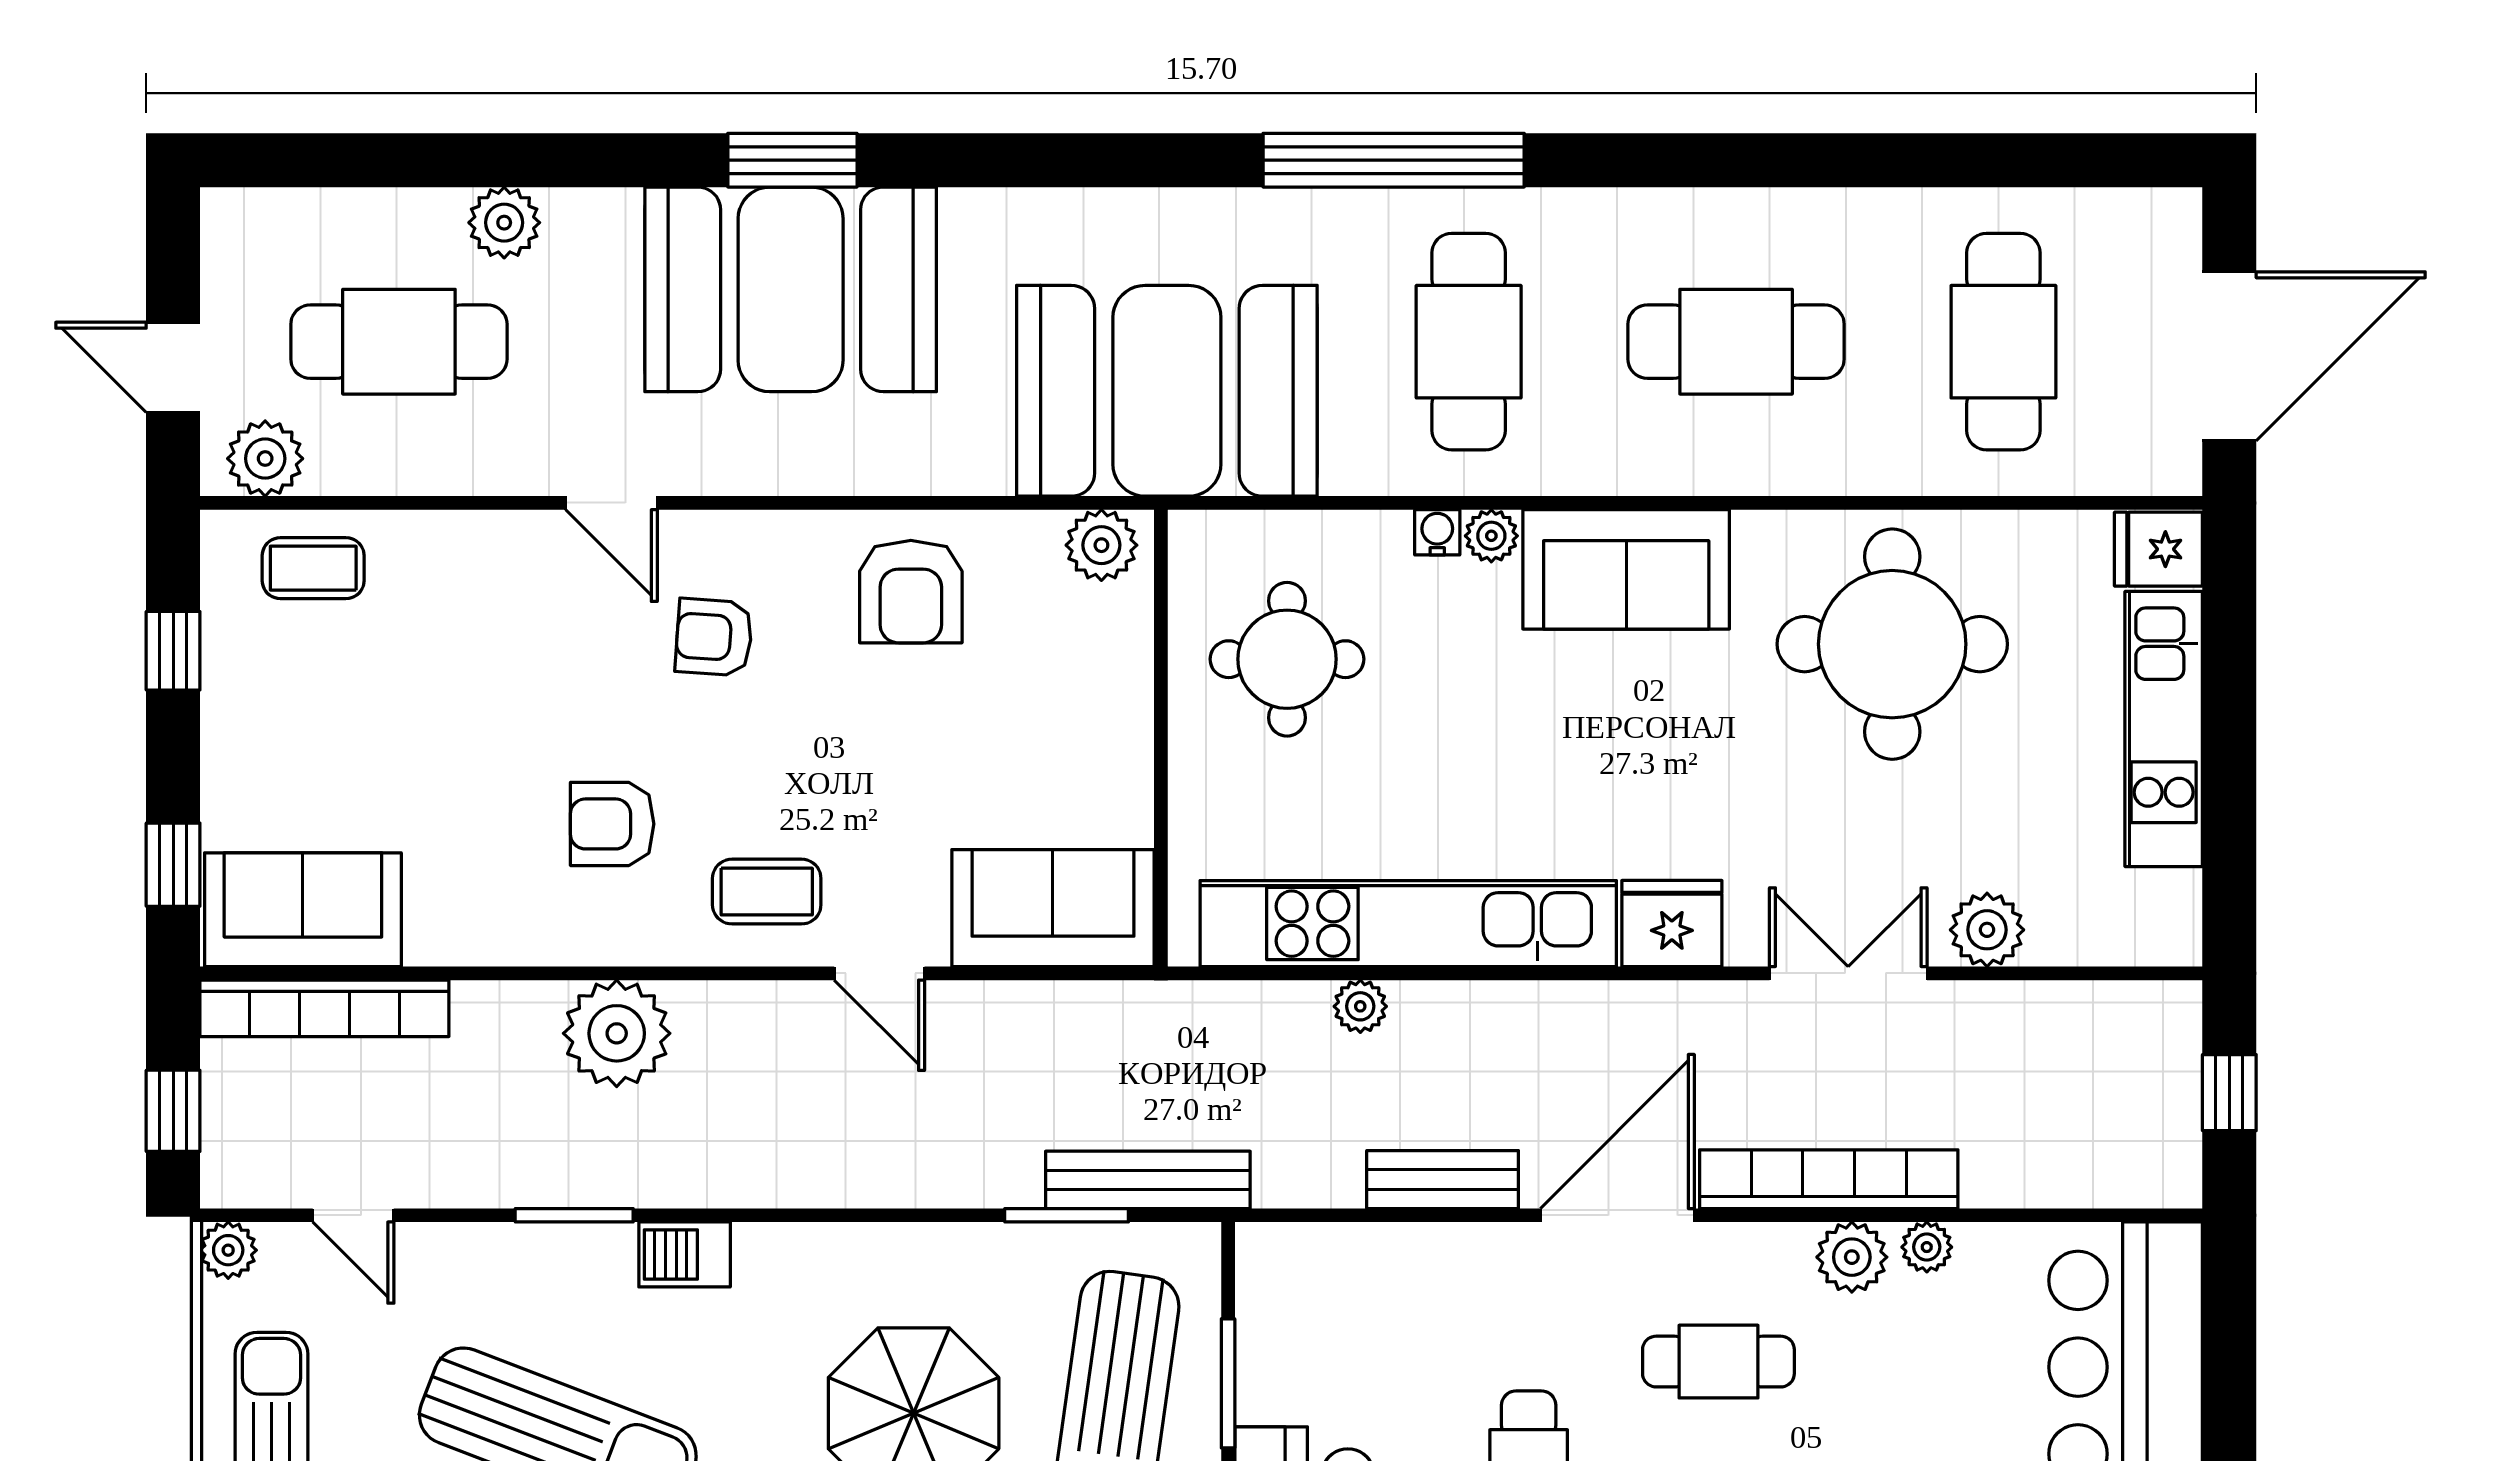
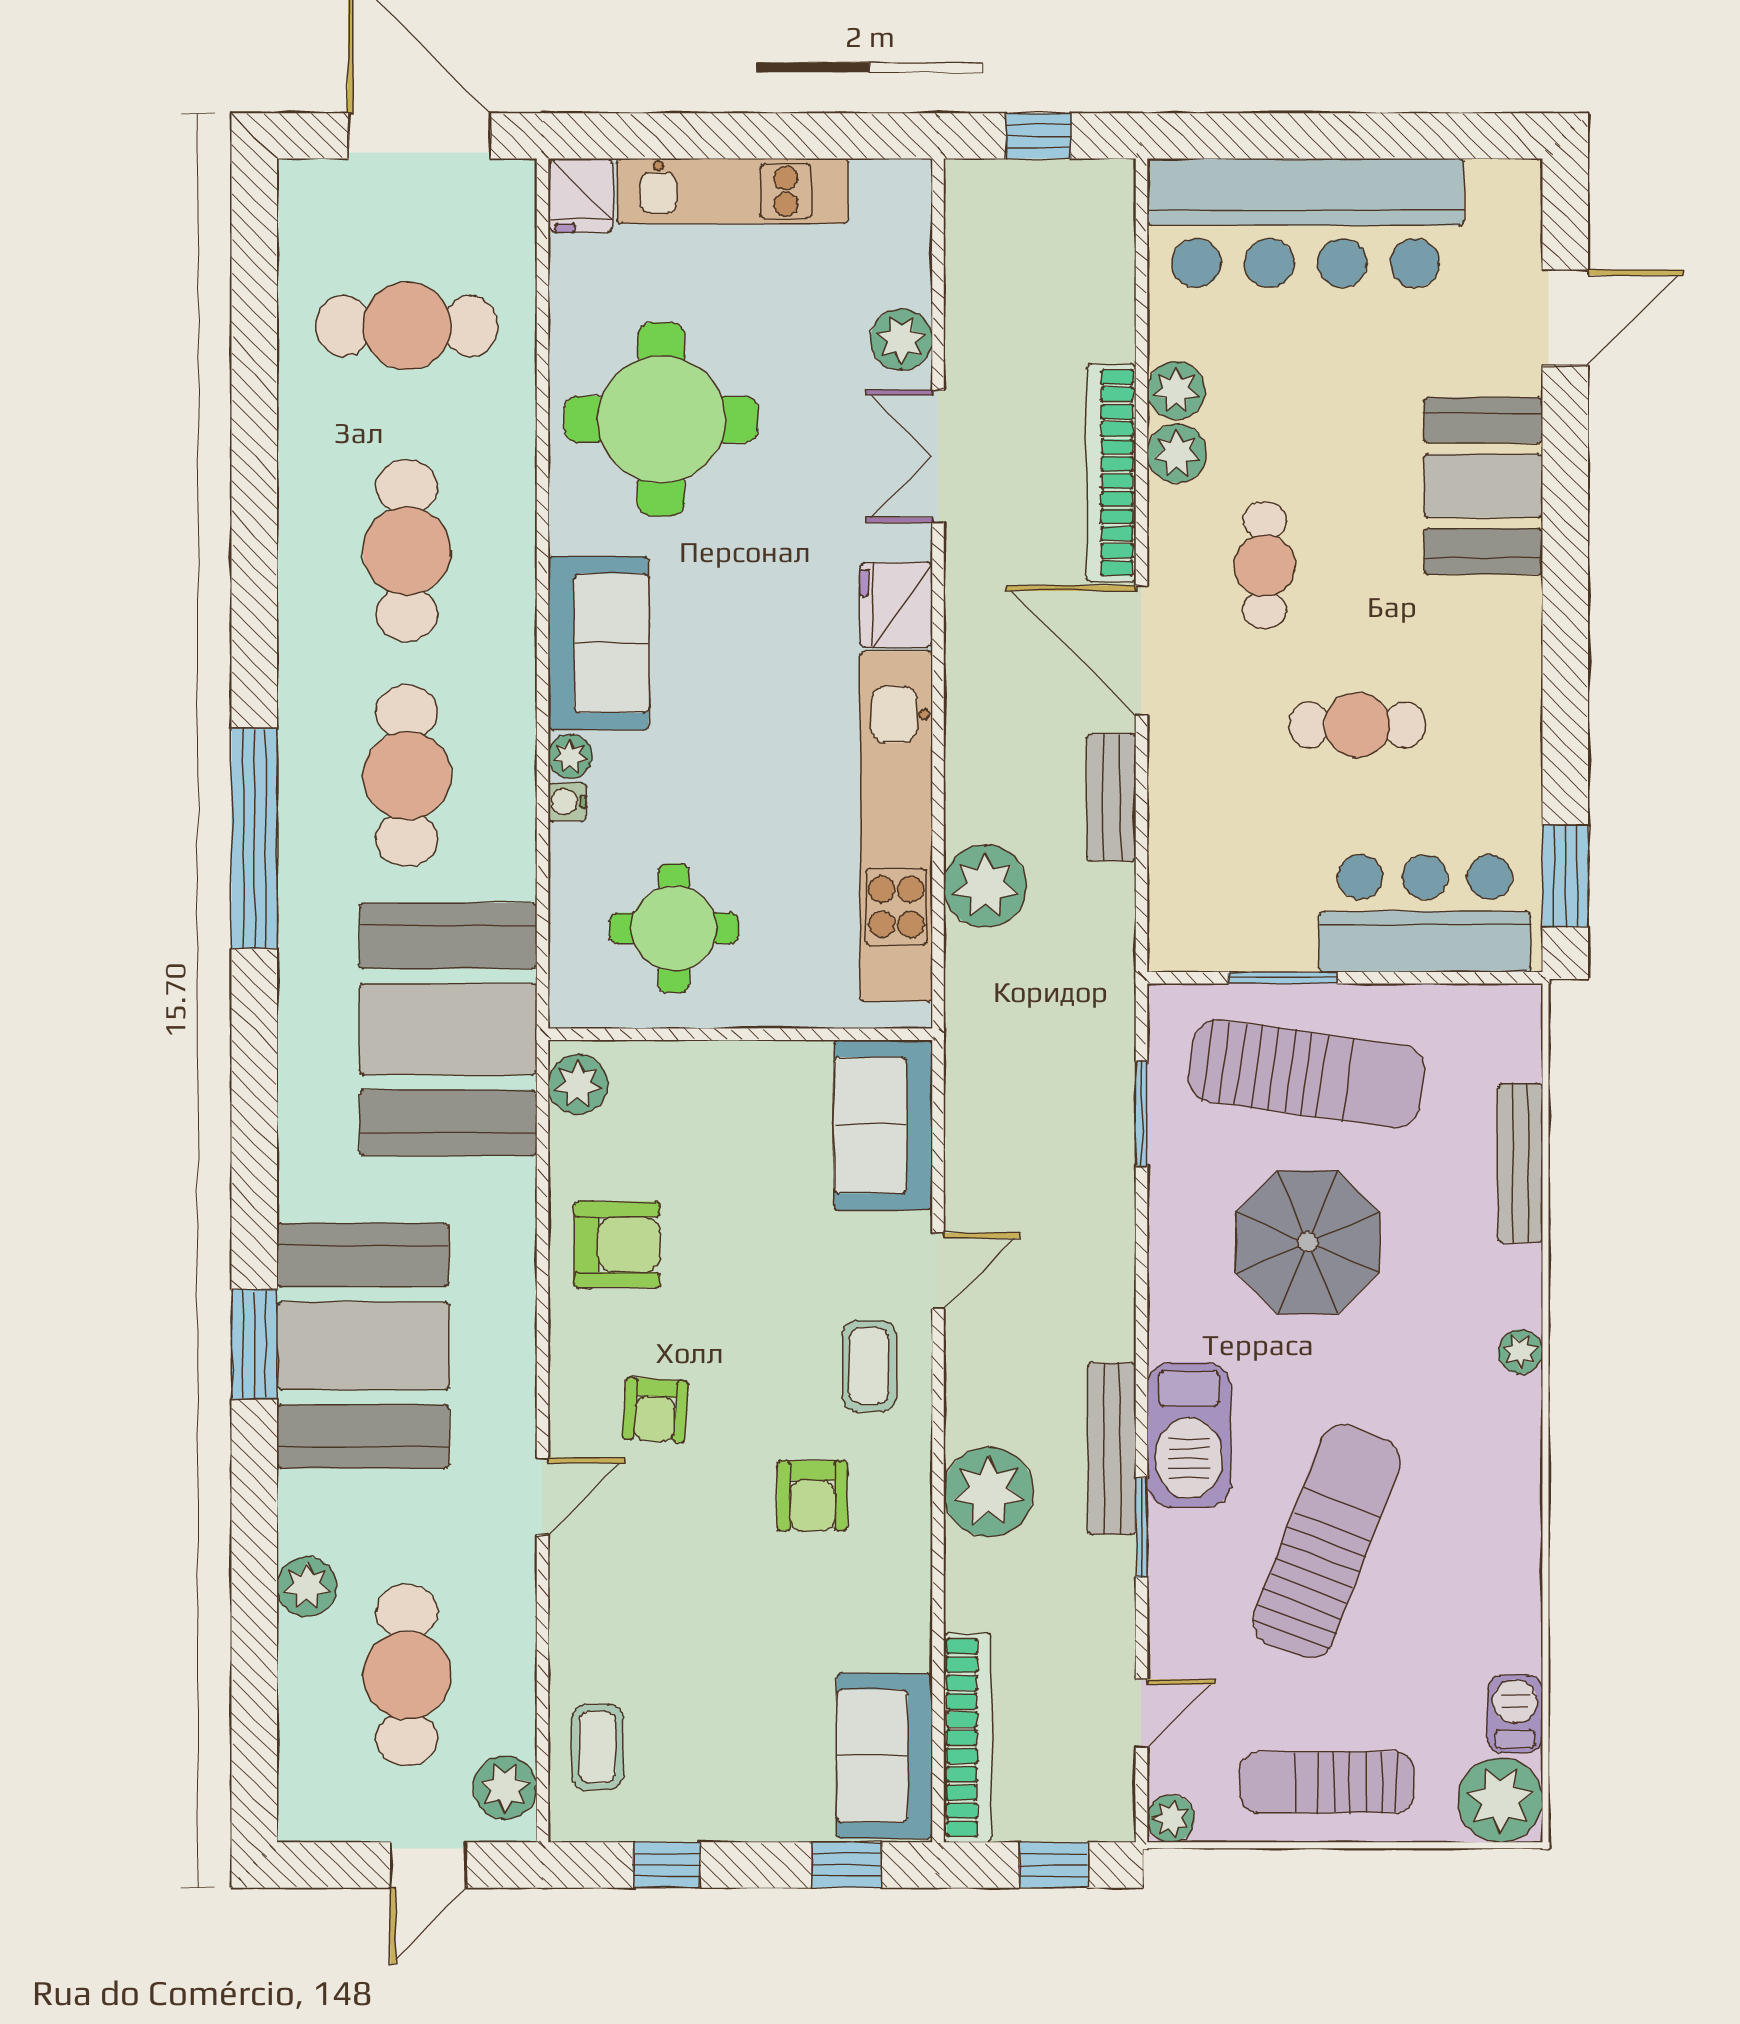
cafe table: (1469, 342) -> (407, 776), turned 90
plant: (1360, 1006) -> (985, 886), width x1.88, depth x1.88
bench: (1148, 1180) -> (1112, 1449), moved
plant: (1927, 1247) -> (1176, 390), width x1.38, depth x1.38
barbecue: (685, 1254) -> (1189, 1435), width x1.88, depth x1.53

